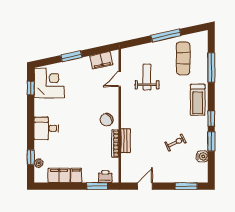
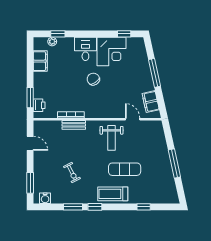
window: (71, 56) -> (154, 73), width x1.44
exercise mat: (183, 58) -> (125, 169), moved
window: (211, 68) -> (144, 207), width x0.46
weight bench: (147, 77) -> (111, 138), moved, turned 90
corner desk: (49, 83) -> (111, 52), moved
chair: (107, 120) -> (93, 79), moved
water cooler: (202, 156) -> (45, 198), moved
filing cabinet: (76, 175) -> (40, 78), removed

